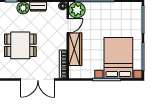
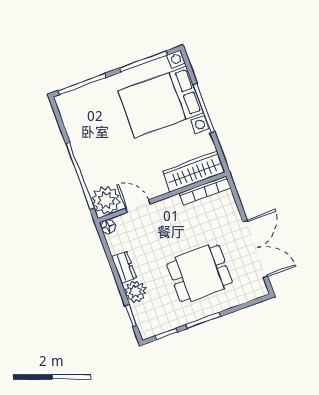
dining table: (20, 45) -> (200, 273), turned 90
wardrobe: (75, 49) -> (194, 171), moved
double door: (38, 79) -> (255, 249), moved

